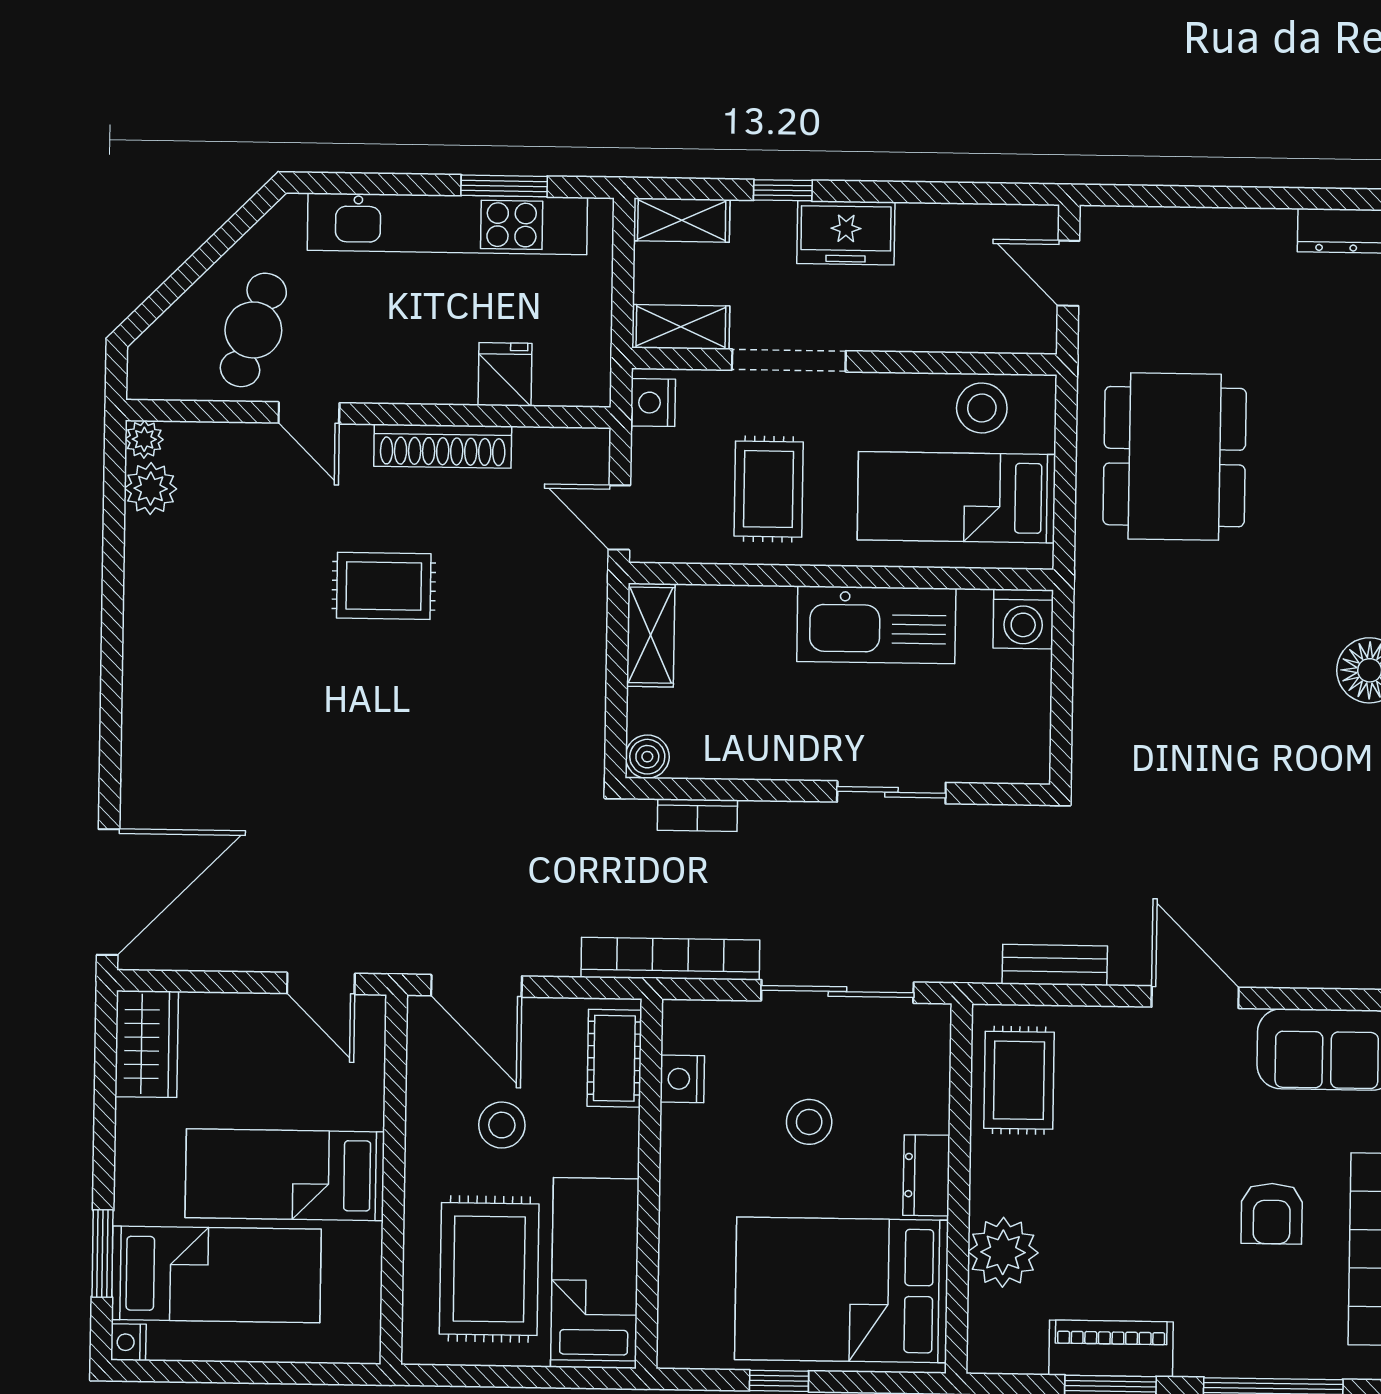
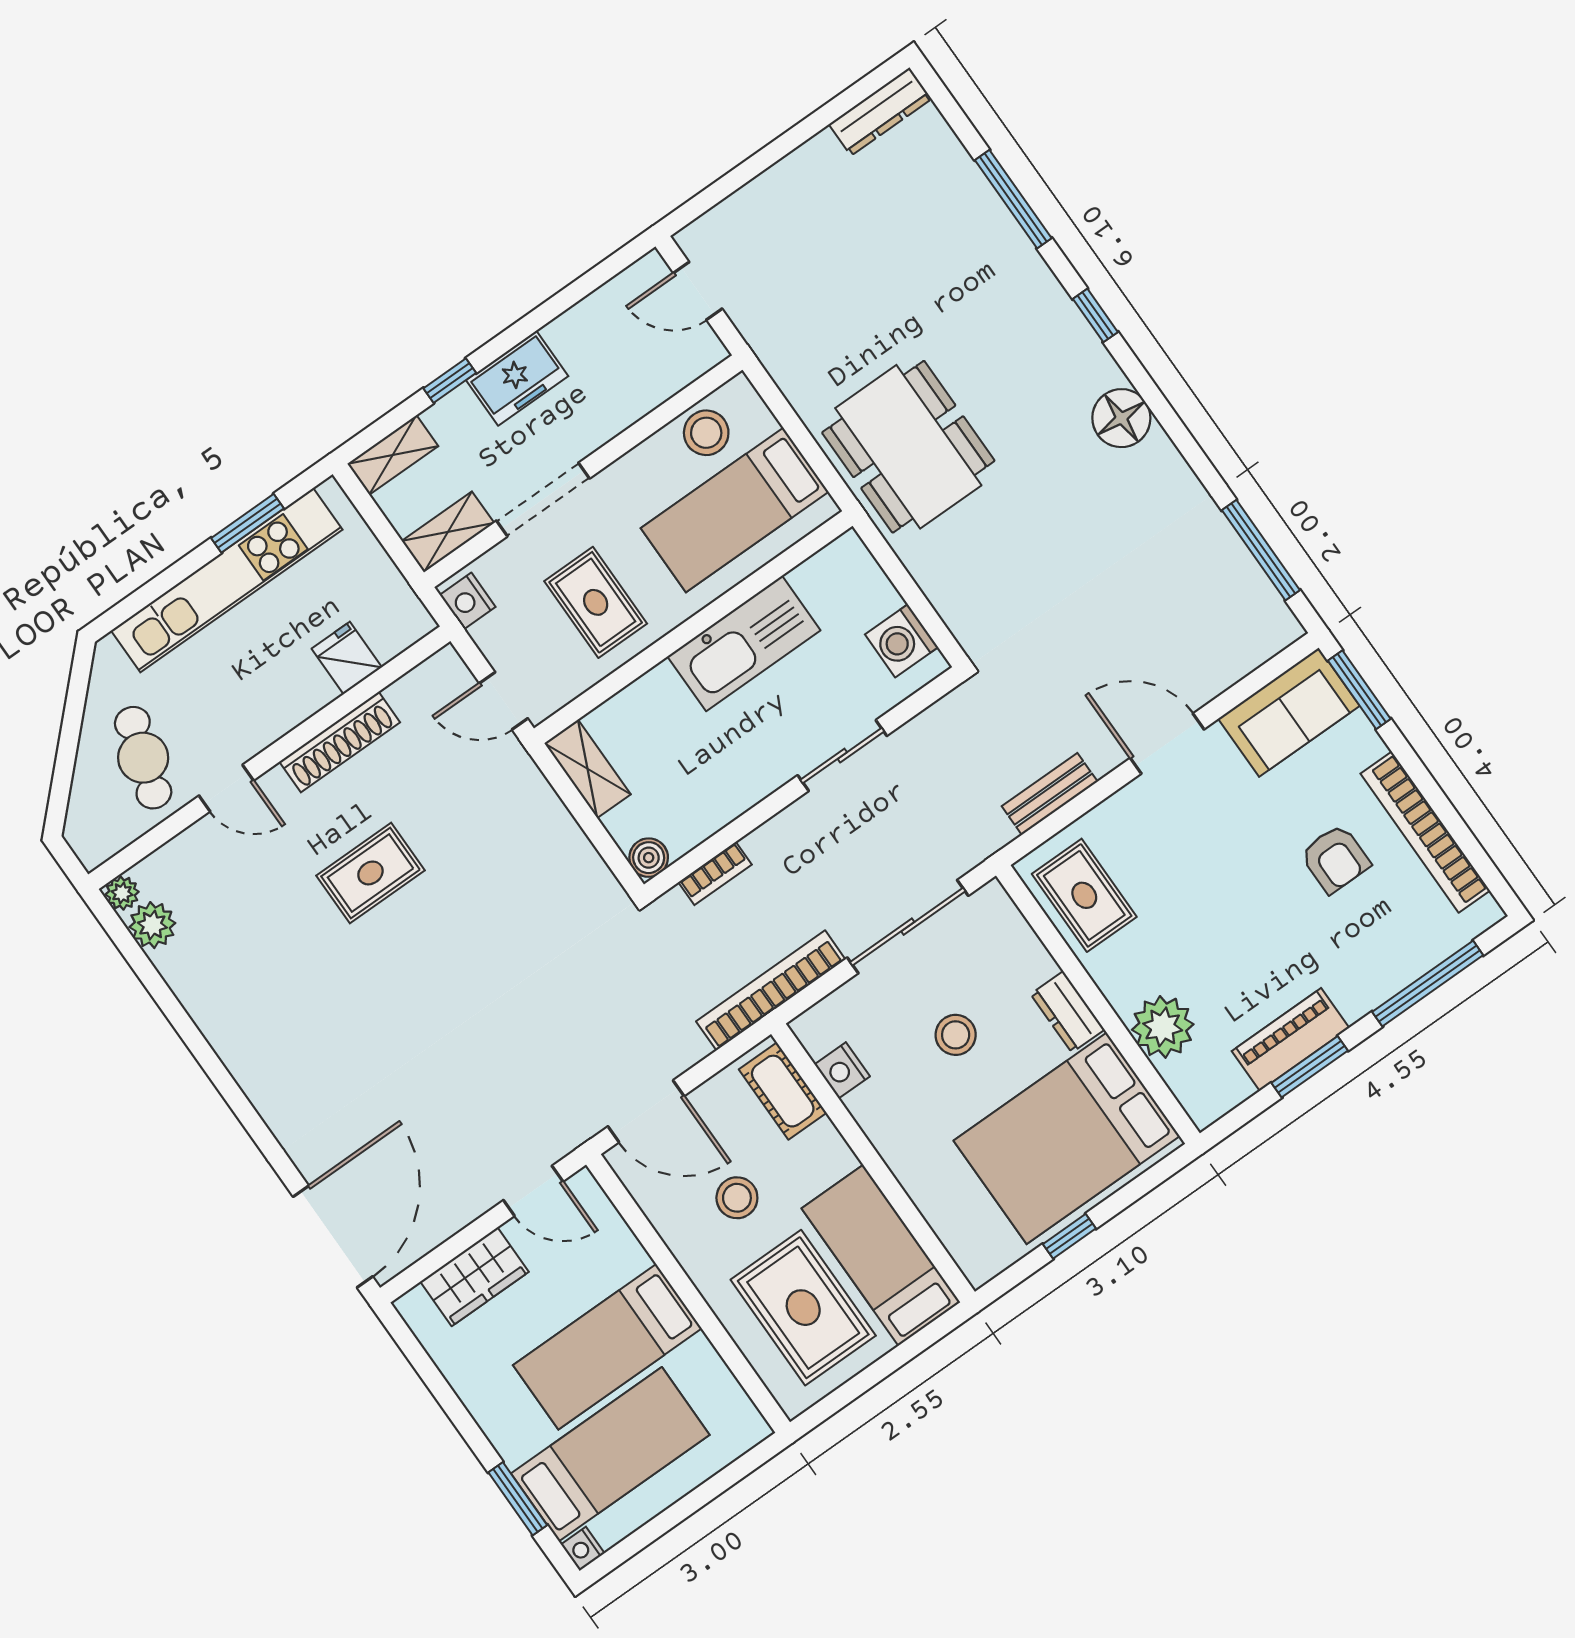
dining table: (1175, 457) -> (908, 447), moved
washing machine: (1023, 619) -> (902, 641), moved, turned 90
wardrobe: (147, 1044) -> (474, 1277), moved, turned 90

